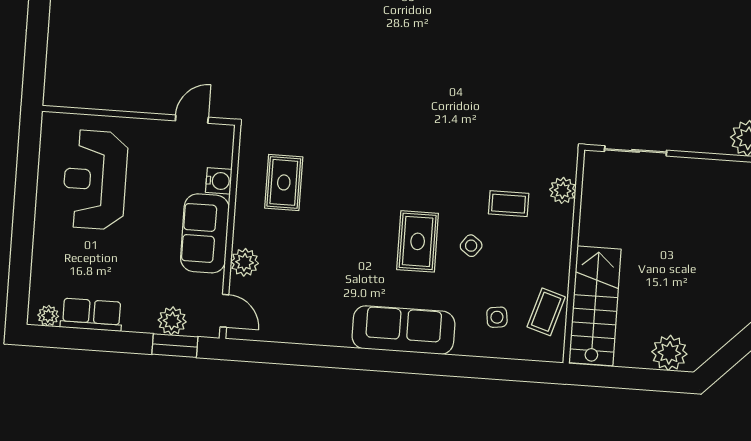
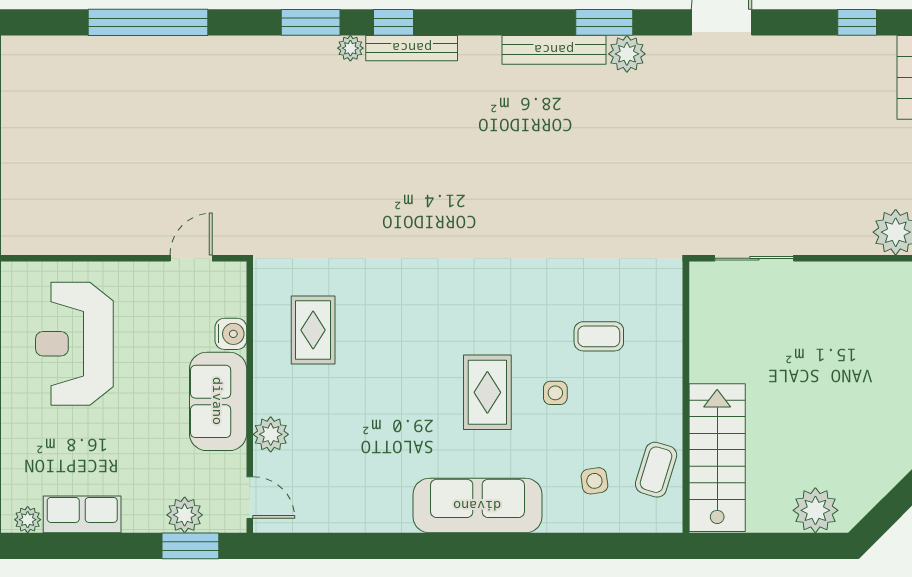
plant: (563, 190) -> (666, 315), removed
side table: (471, 246) -> (555, 393), turned -36

